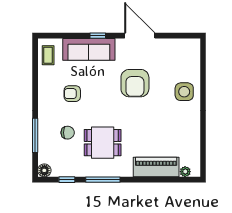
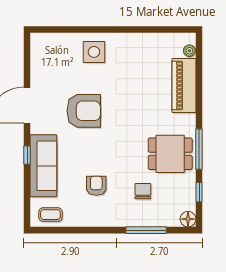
armchair: (72, 94) -> (96, 186), turned 180
dining table: (103, 143) -> (170, 154), moved, turned 90

